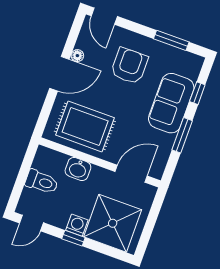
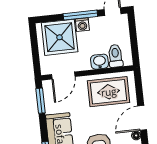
window: (182, 135) -> (41, 101), moved
toilet: (42, 182) -> (115, 56), moved, turned 90
window: (73, 238) -> (80, 15), width x2.17

